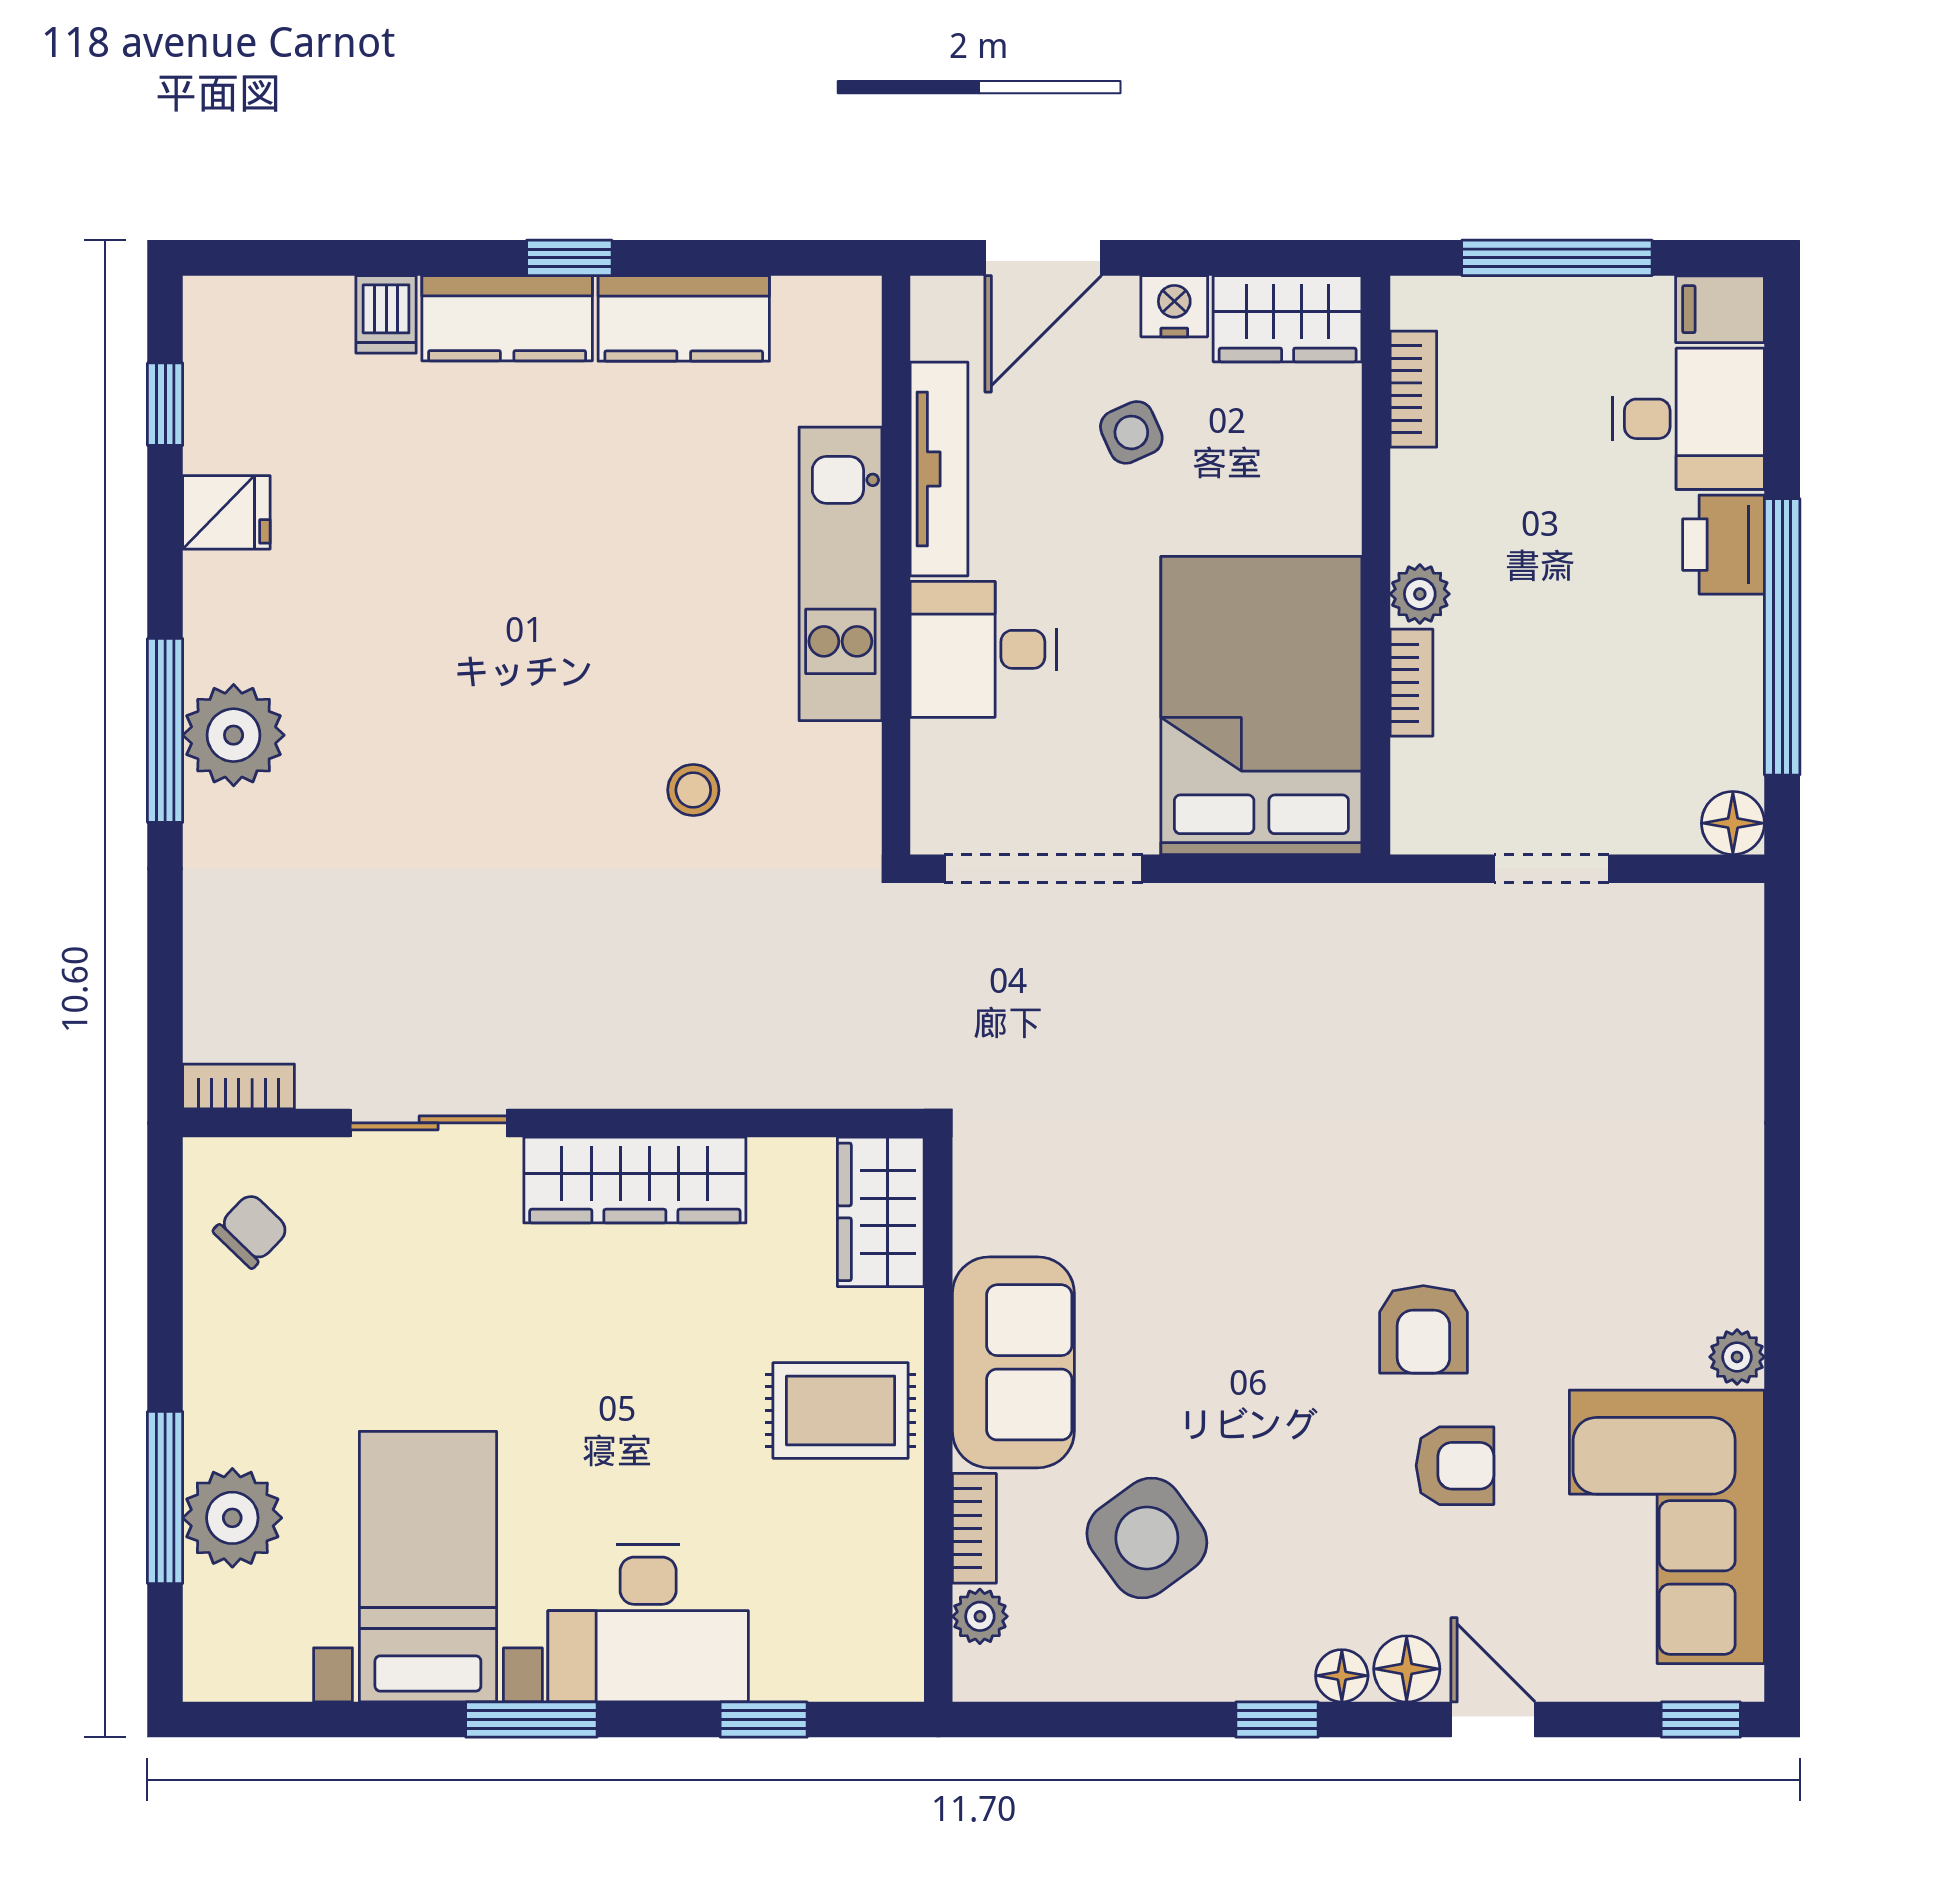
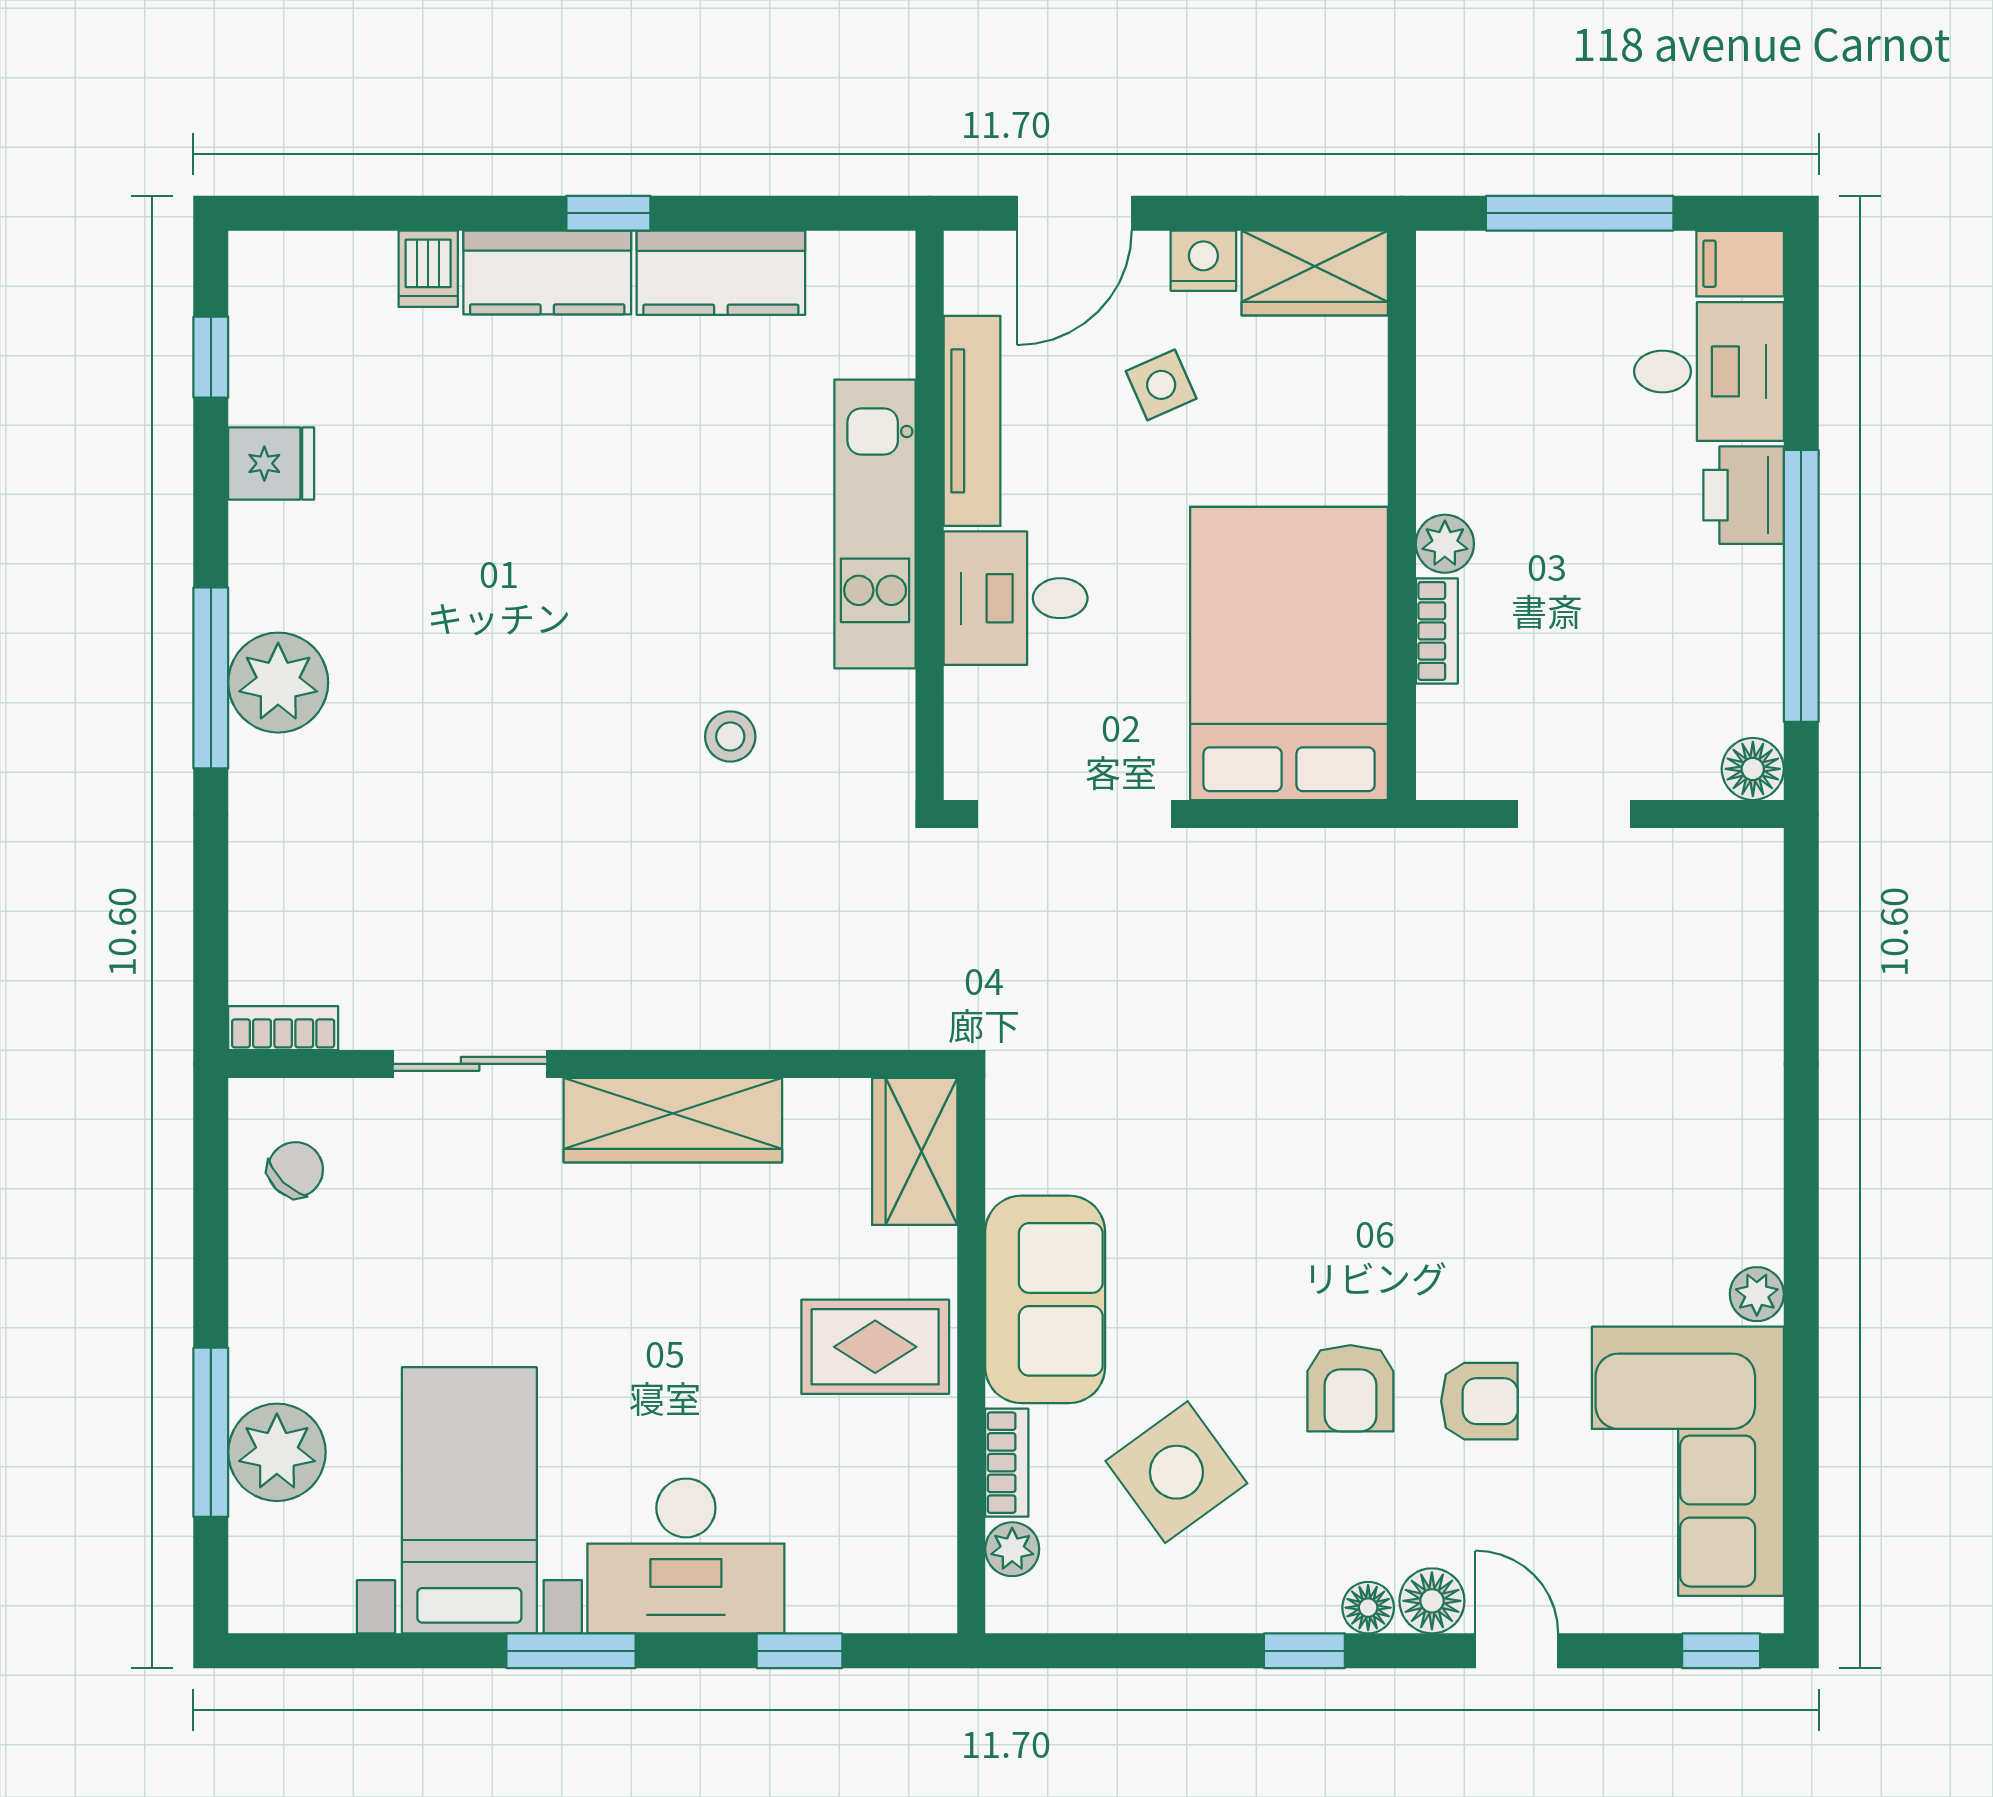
bookcase: (1413, 389) -> (1439, 342), removed
armchair: (1423, 1329) -> (1350, 1388), moved

